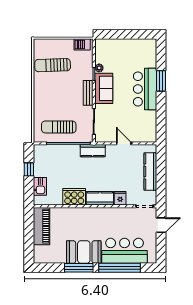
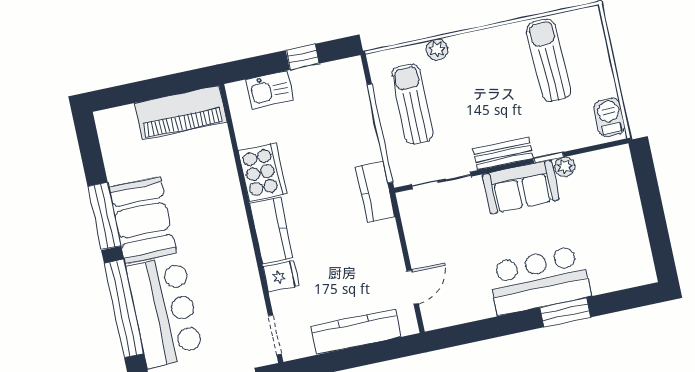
plant: (38, 112) -> (437, 50), added
door: (124, 143) -> (413, 287), moved

